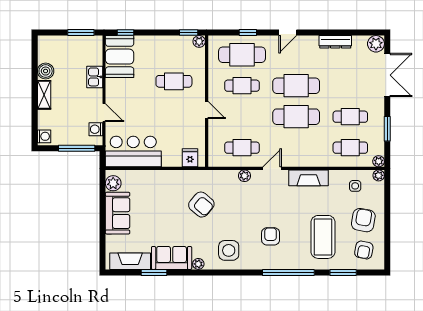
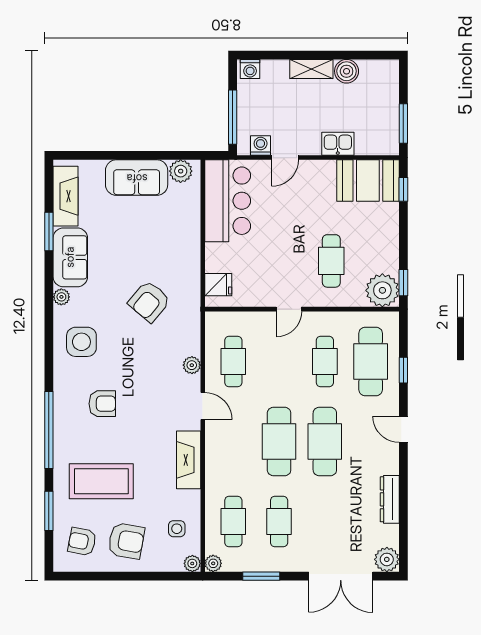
plant: (199, 41) -> (382, 290), width x1.88, depth x1.88

